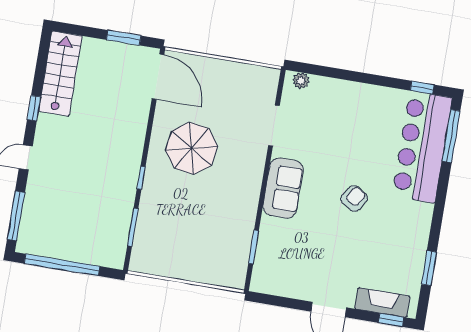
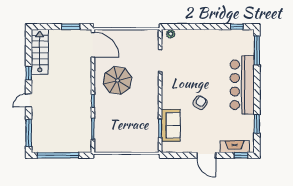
bar counter: (422, 147) -> (242, 85), moved
sofa: (283, 188) -> (171, 125), moved
armchair: (354, 199) -> (200, 103), moved

